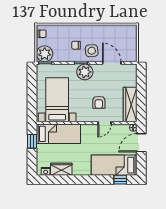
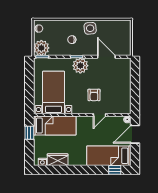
side table: (92, 51) -> (90, 28), moved
wardrobe: (130, 104) -> (124, 97), removed

